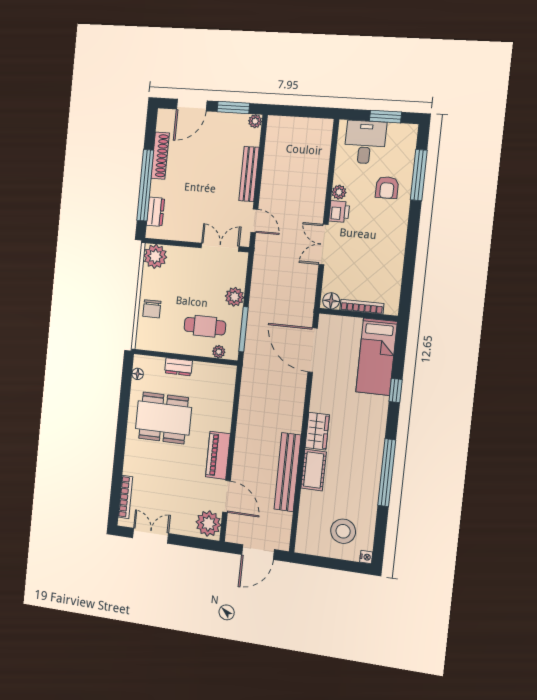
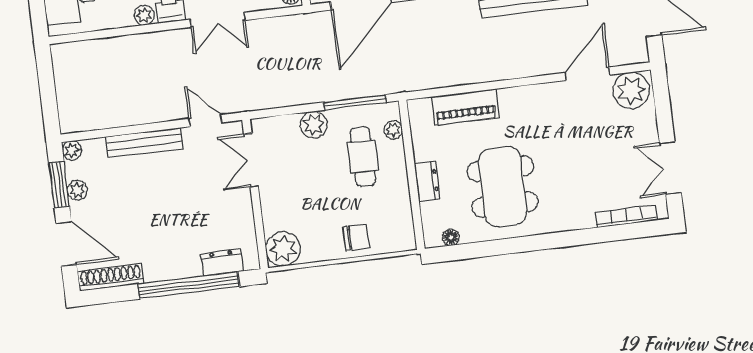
plant: (227, 120) -> (77, 190), added
shoe rack: (160, 156) -> (111, 277), moved
door: (254, 221) -> (205, 121), hinge flipped
piano: (218, 455) -> (465, 107), moved

